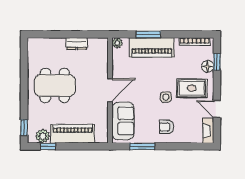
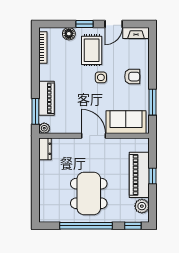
window: (148, 34) -> (35, 111), moved
dresser: (77, 44) -> (45, 149), moved
piano: (152, 47) -> (46, 98), width x0.73, depth x0.75
window: (217, 62) -> (84, 24), moved
window: (24, 83) -> (86, 226), added
armchair: (167, 127) -> (132, 77), turned -90
window: (48, 146) -> (153, 176), moved

